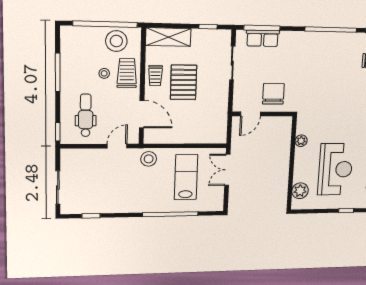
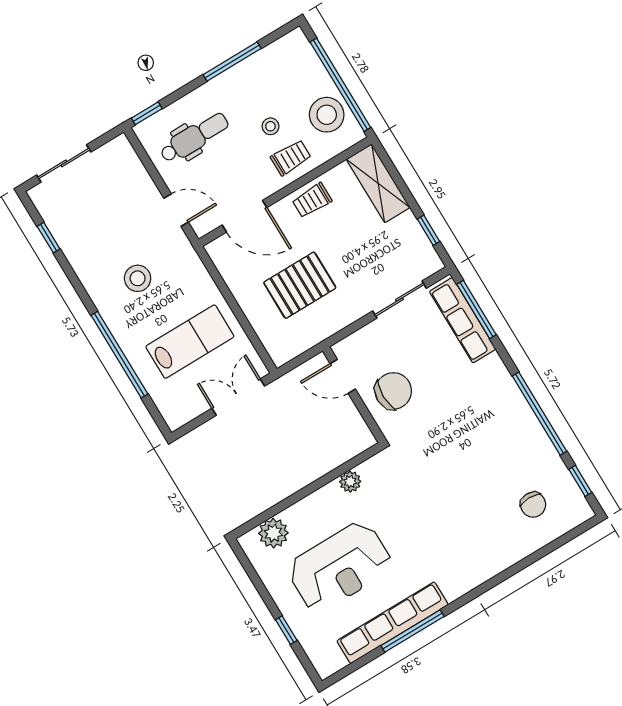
row of seats: (263, 38) -> (463, 320), width x1.48
trolley: (127, 73) -> (291, 158), width x0.73, depth x0.72
pallet: (184, 82) -> (300, 285), moved
door: (142, 114) -> (245, 216), hinge flipped
stool: (149, 159) -> (138, 278), moved

